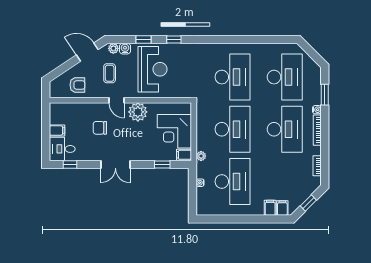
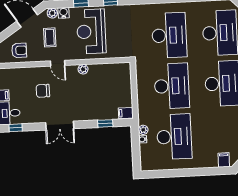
reception desk: (153, 69) -> (91, 32), turned 180
plant: (138, 112) -> (83, 69), width x0.53, depth x0.53
corner desk: (174, 131) -> (115, 91), removed
plant: (201, 156) -> (143, 130), moved
filing cabinet: (270, 208) -> (212, 160), removed

